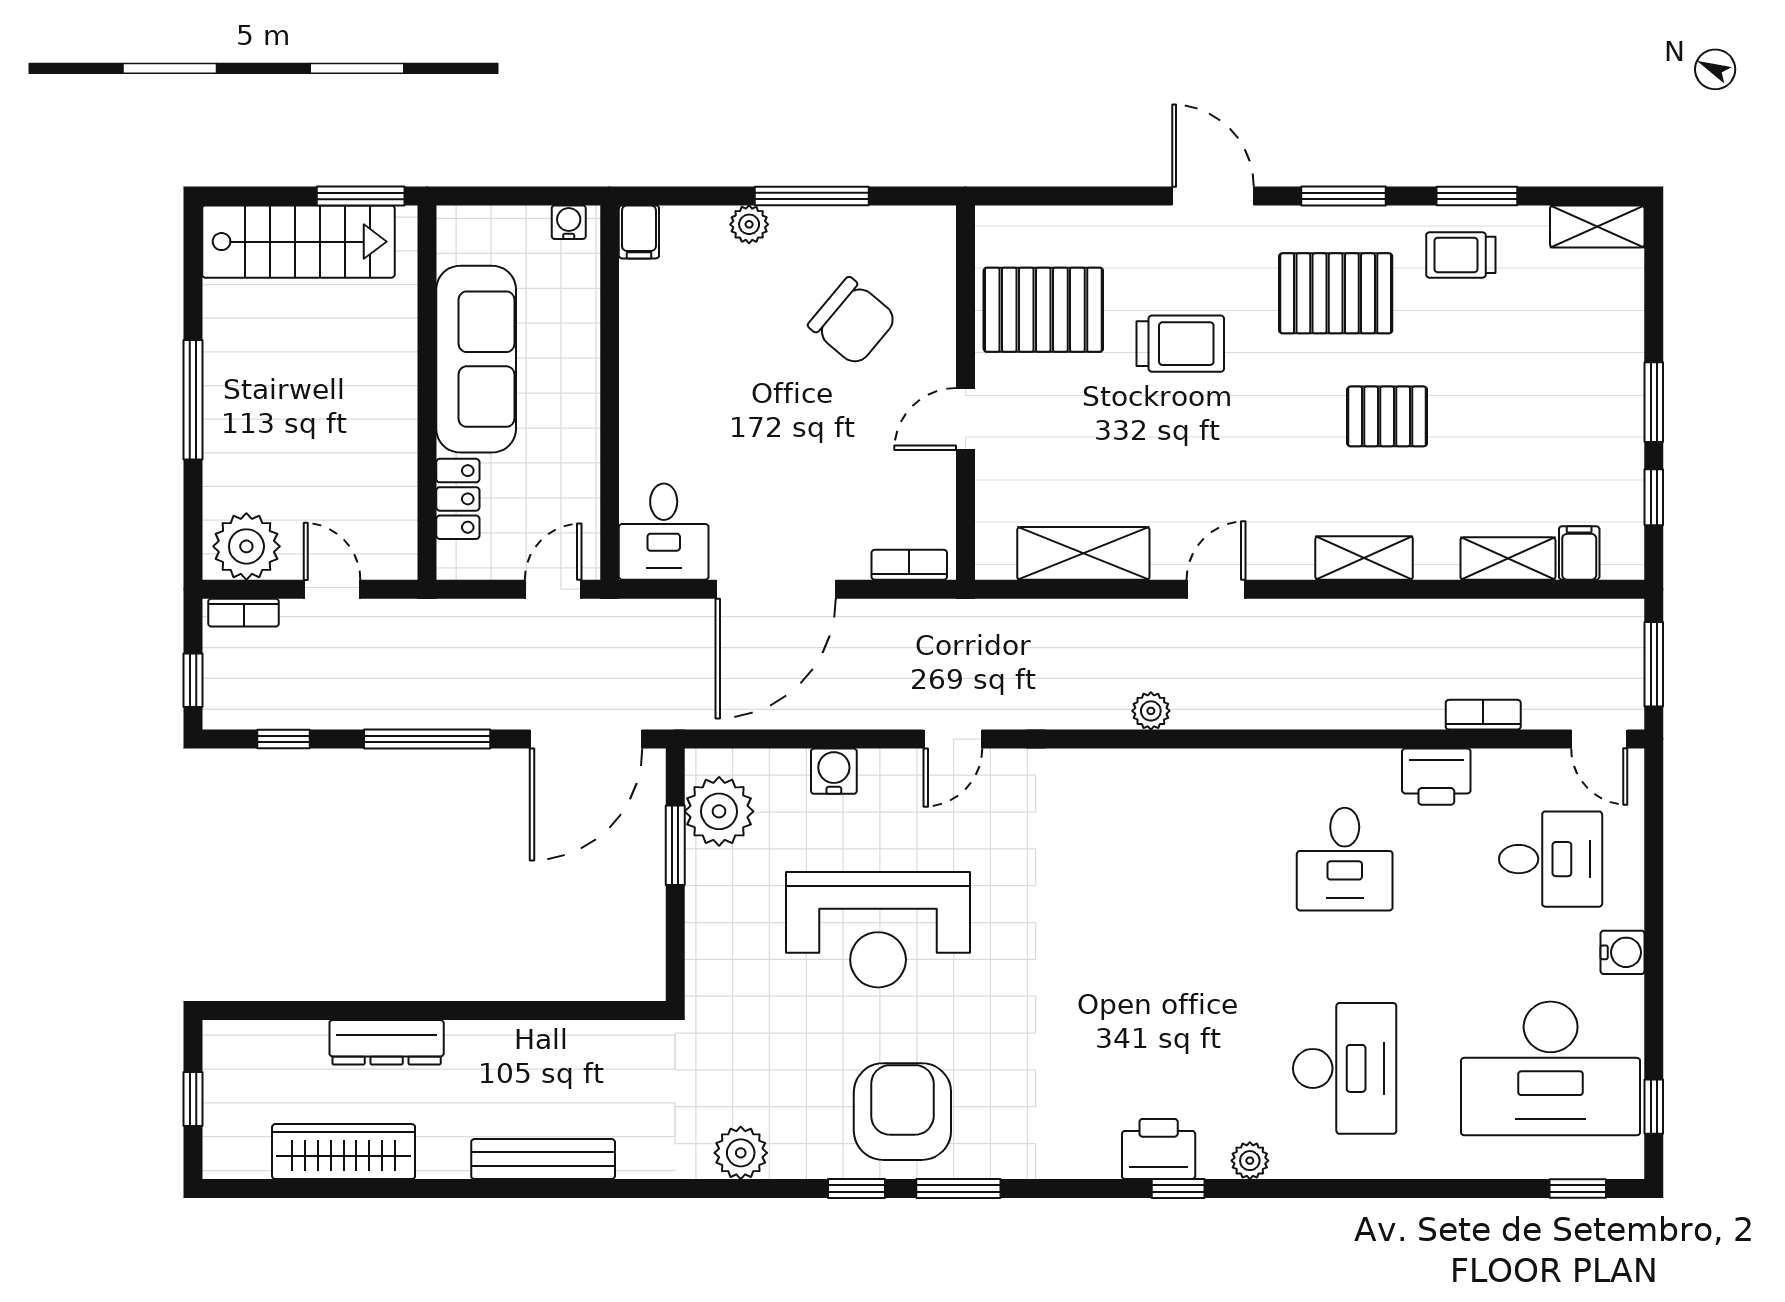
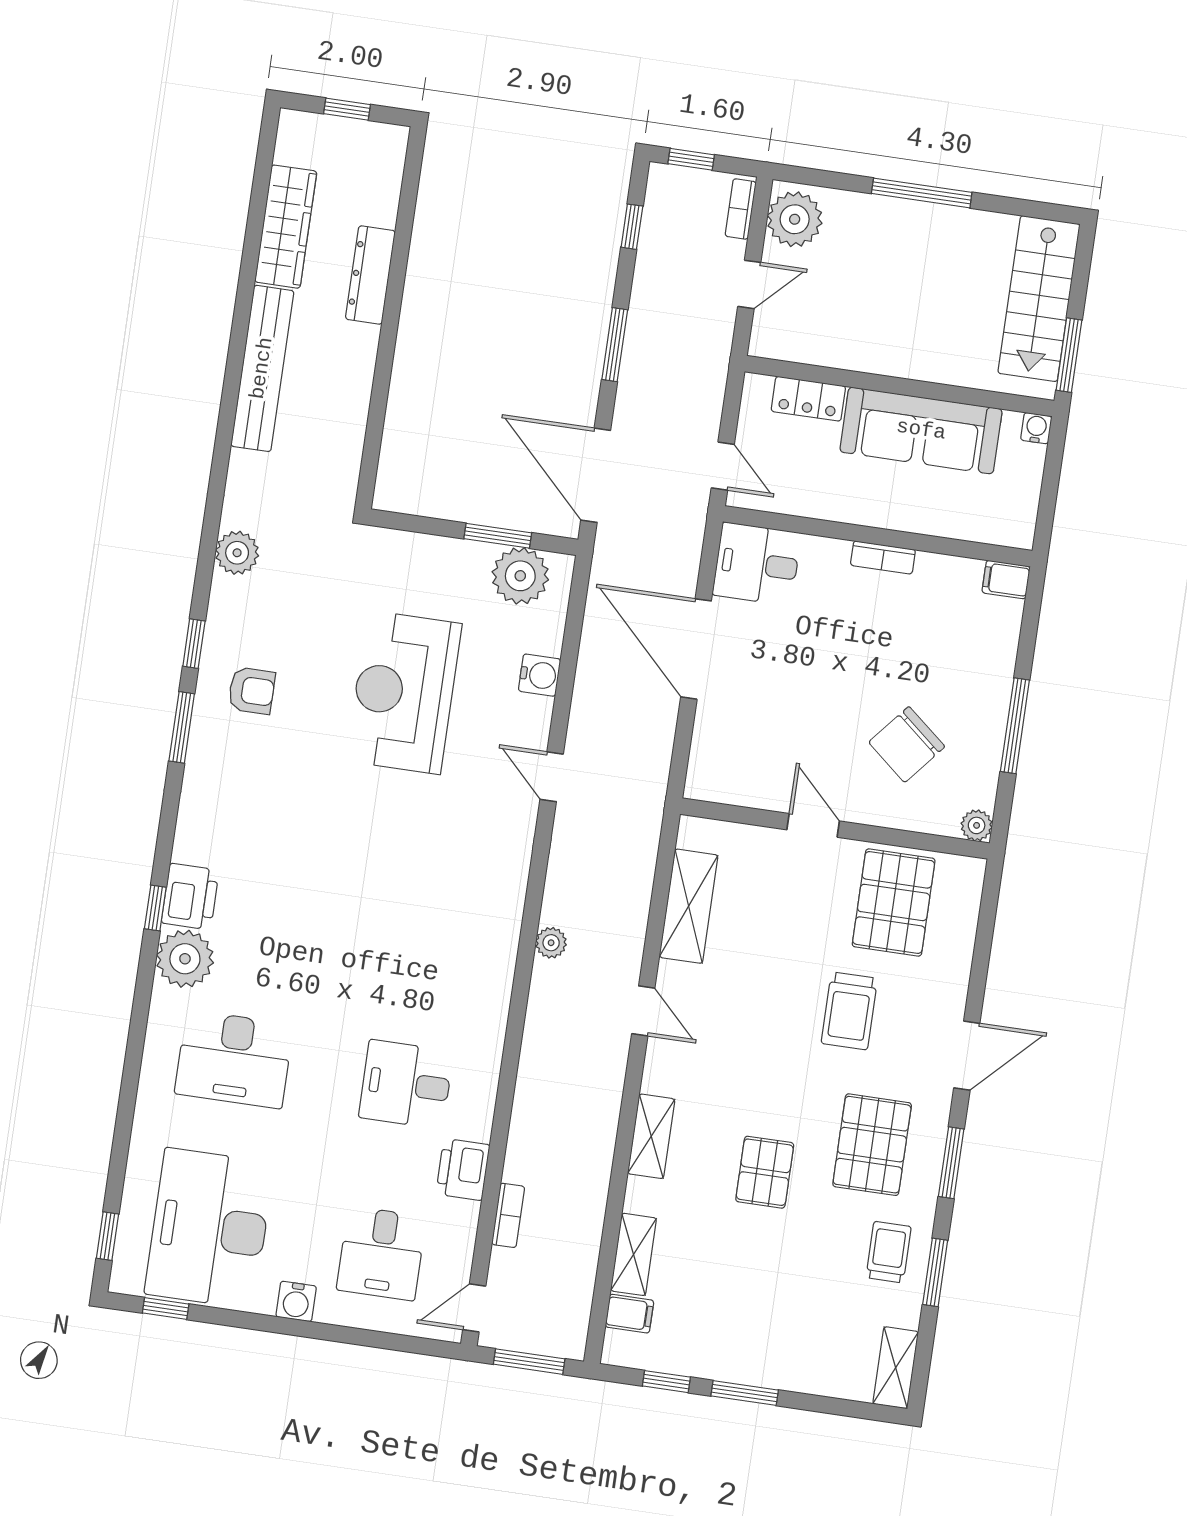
water cooler: (569, 222) -> (1036, 428), moved, turned -90
plant: (749, 224) -> (977, 825), moved
bookcase: (909, 565) -> (883, 557), moved, turned 90
window: (427, 739) -> (615, 345), width x0.69
armchair: (902, 1112) -> (252, 691), width x0.53, depth x0.53
bench: (543, 1159) -> (262, 368), width x1.37, depth x1.21
plant: (1250, 1161) -> (185, 959), width x1.87, depth x1.87

